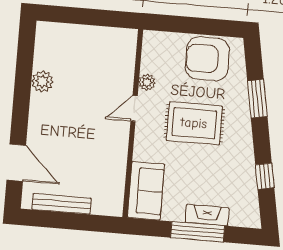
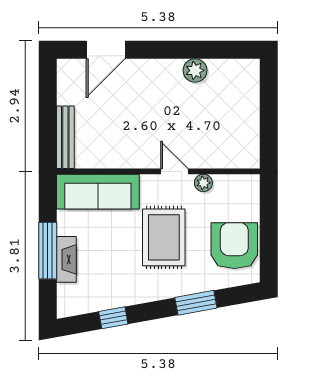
sofa: (146, 191) -> (98, 192), width x1.36
bench: (62, 204) -> (65, 137), moved

